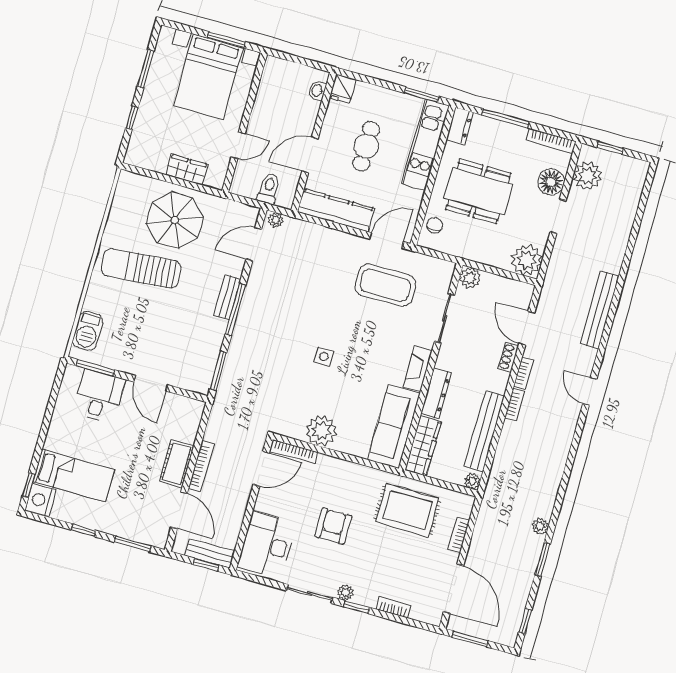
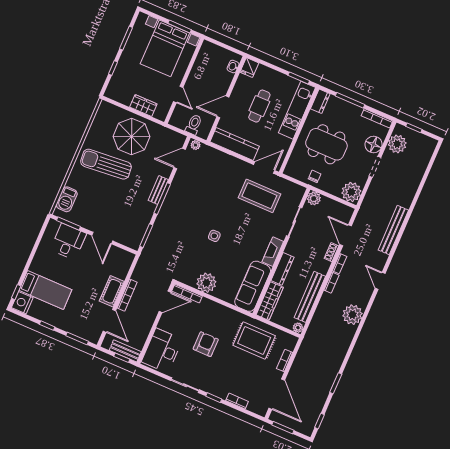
door: (238, 145) -> (178, 94), hinge flipped
chair: (435, 225) -> (315, 176), moved
plant: (540, 526) -> (352, 315), moved, width x1.88, depth x1.88
plant: (345, 593) -> (208, 387), removed

